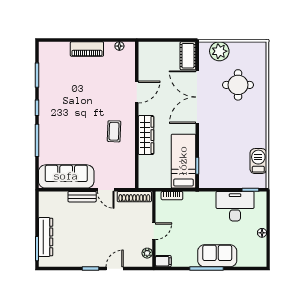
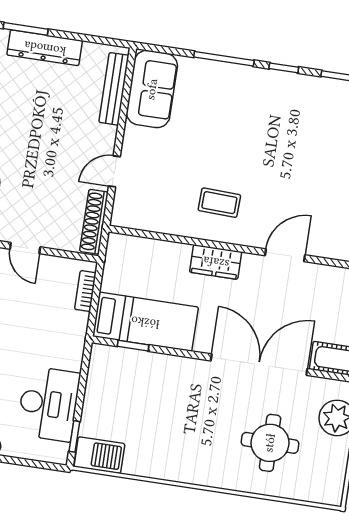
door: (137, 92) -> (285, 255), swing flipped
wardrobe: (146, 135) -> (216, 262), width x0.67
barbecue: (258, 161) -> (99, 455), moved
sofa: (66, 176) -> (152, 89), width x0.73
bench: (82, 197) -> (114, 89), moved, width x1.36

